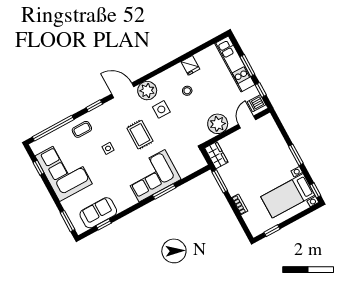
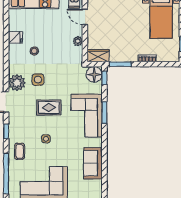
plant: (218, 124) -> (78, 41), width x0.53, depth x0.53
floor lamp: (196, 161) -> (94, 74), added
sofa: (98, 213) -> (93, 163), moved
window: (104, 224) -> (104, 78), moved

